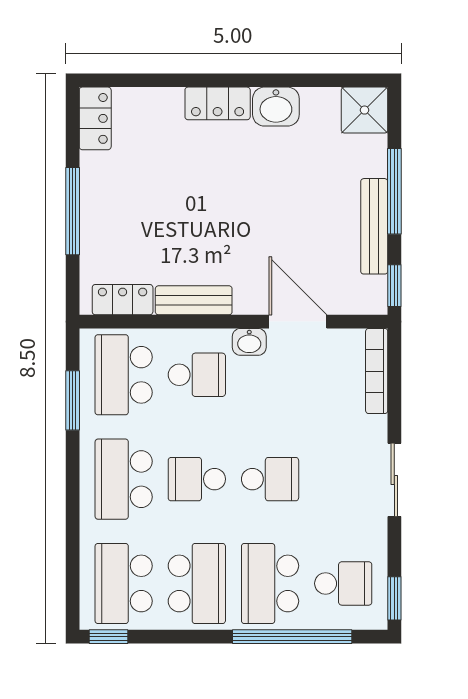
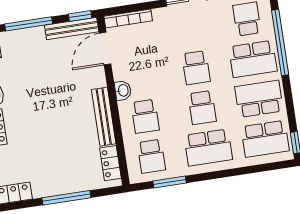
bench: (374, 226) -> (72, 29), moved
bench: (194, 300) -> (104, 117), width x1.36
door: (298, 322) -> (105, 49), moved
school desk: (124, 375) -> (151, 156), width x0.54
school desk: (197, 375) -> (145, 116), turned 180
school desk: (270, 479) -> (196, 68), turned 180

